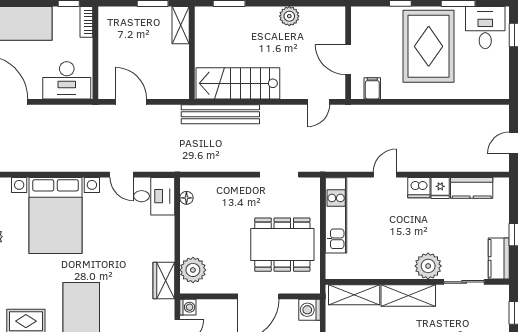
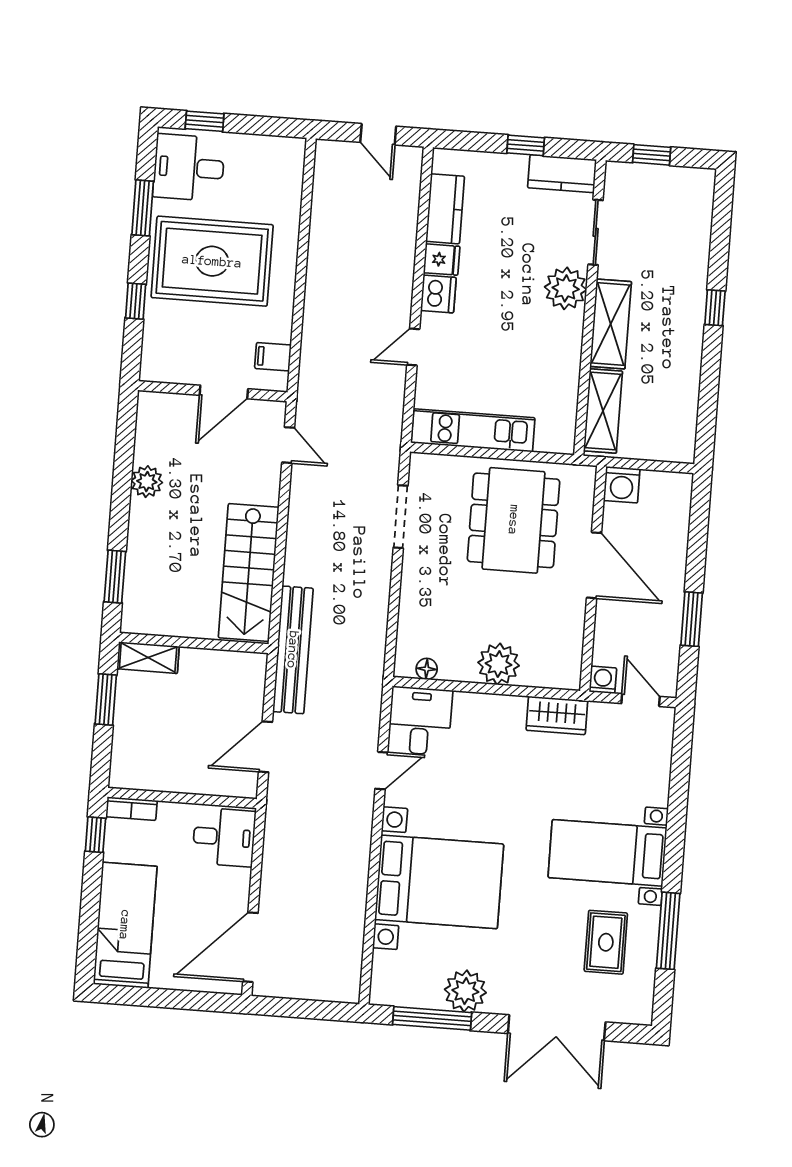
desk: (67, 80) -> (224, 837), width x0.73
bench: (220, 114) -> (293, 650), moved
door: (385, 175) -> (413, 347), hinge flipped
plant: (193, 270) -> (499, 664), moved

